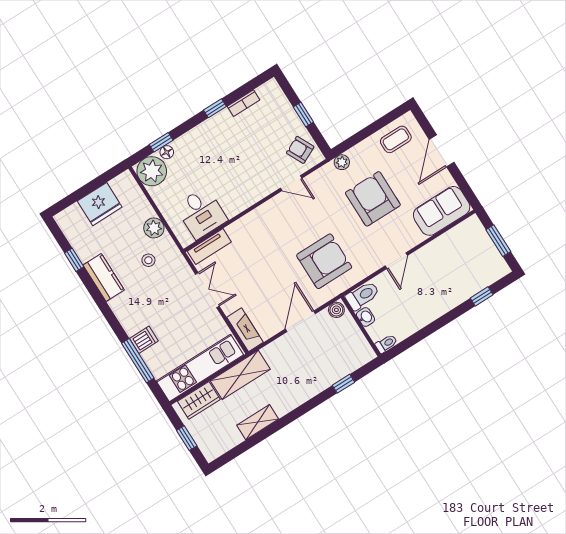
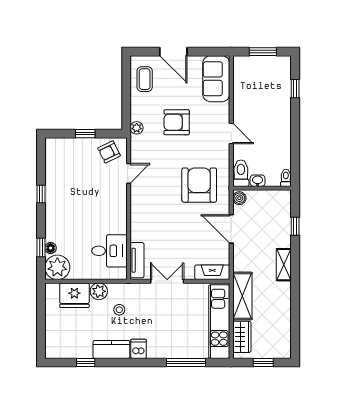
bookcase: (244, 103) -> (50, 171), removed
armchair: (373, 199) -> (177, 122), width x0.73, depth x0.73
fridge: (100, 204) -> (74, 295), moved, turned 90
dishwasher: (144, 340) -> (139, 349), moved
shelving: (258, 422) -> (284, 265), moved

